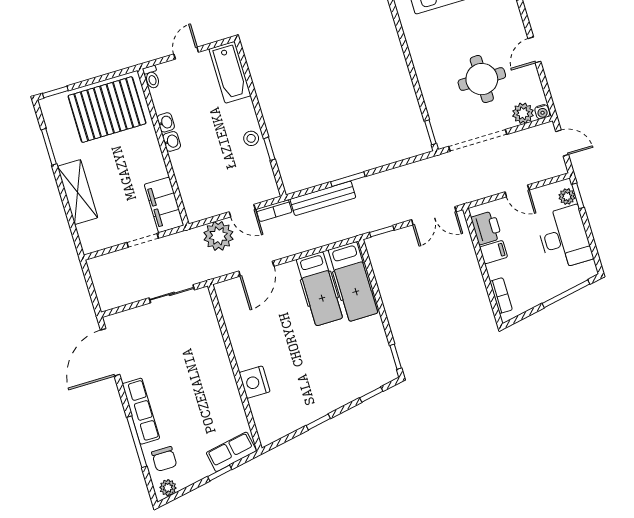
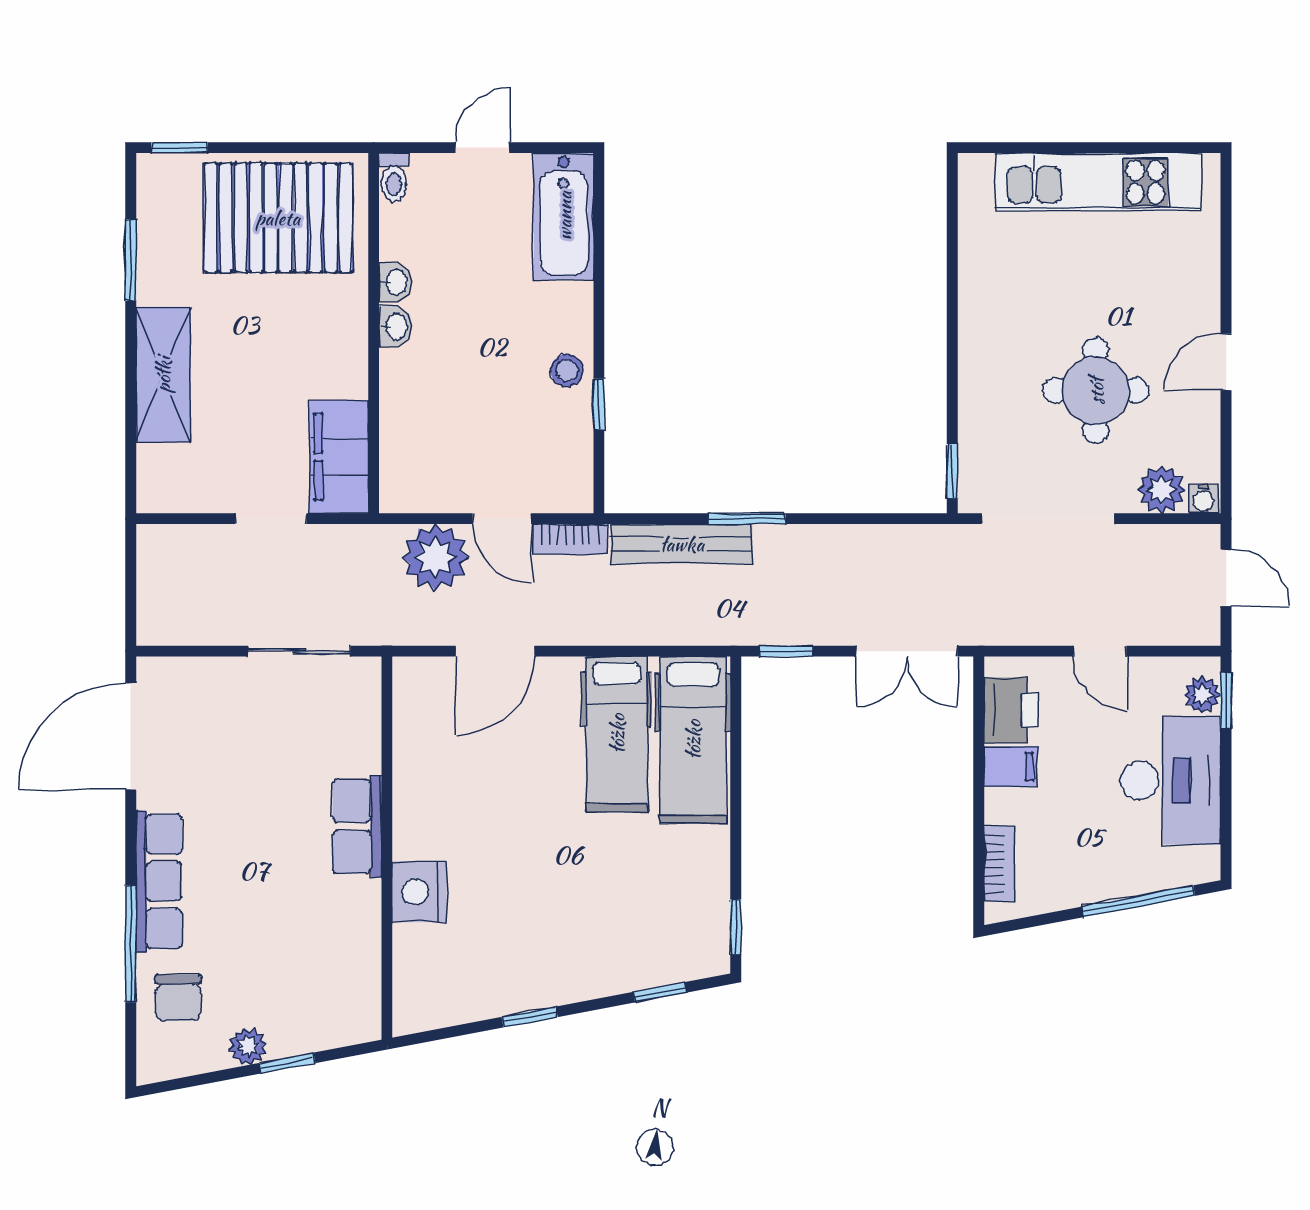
row of seats: (231, 452) -> (357, 826), moved, turned -79
plant: (168, 488) -> (248, 1046), moved

